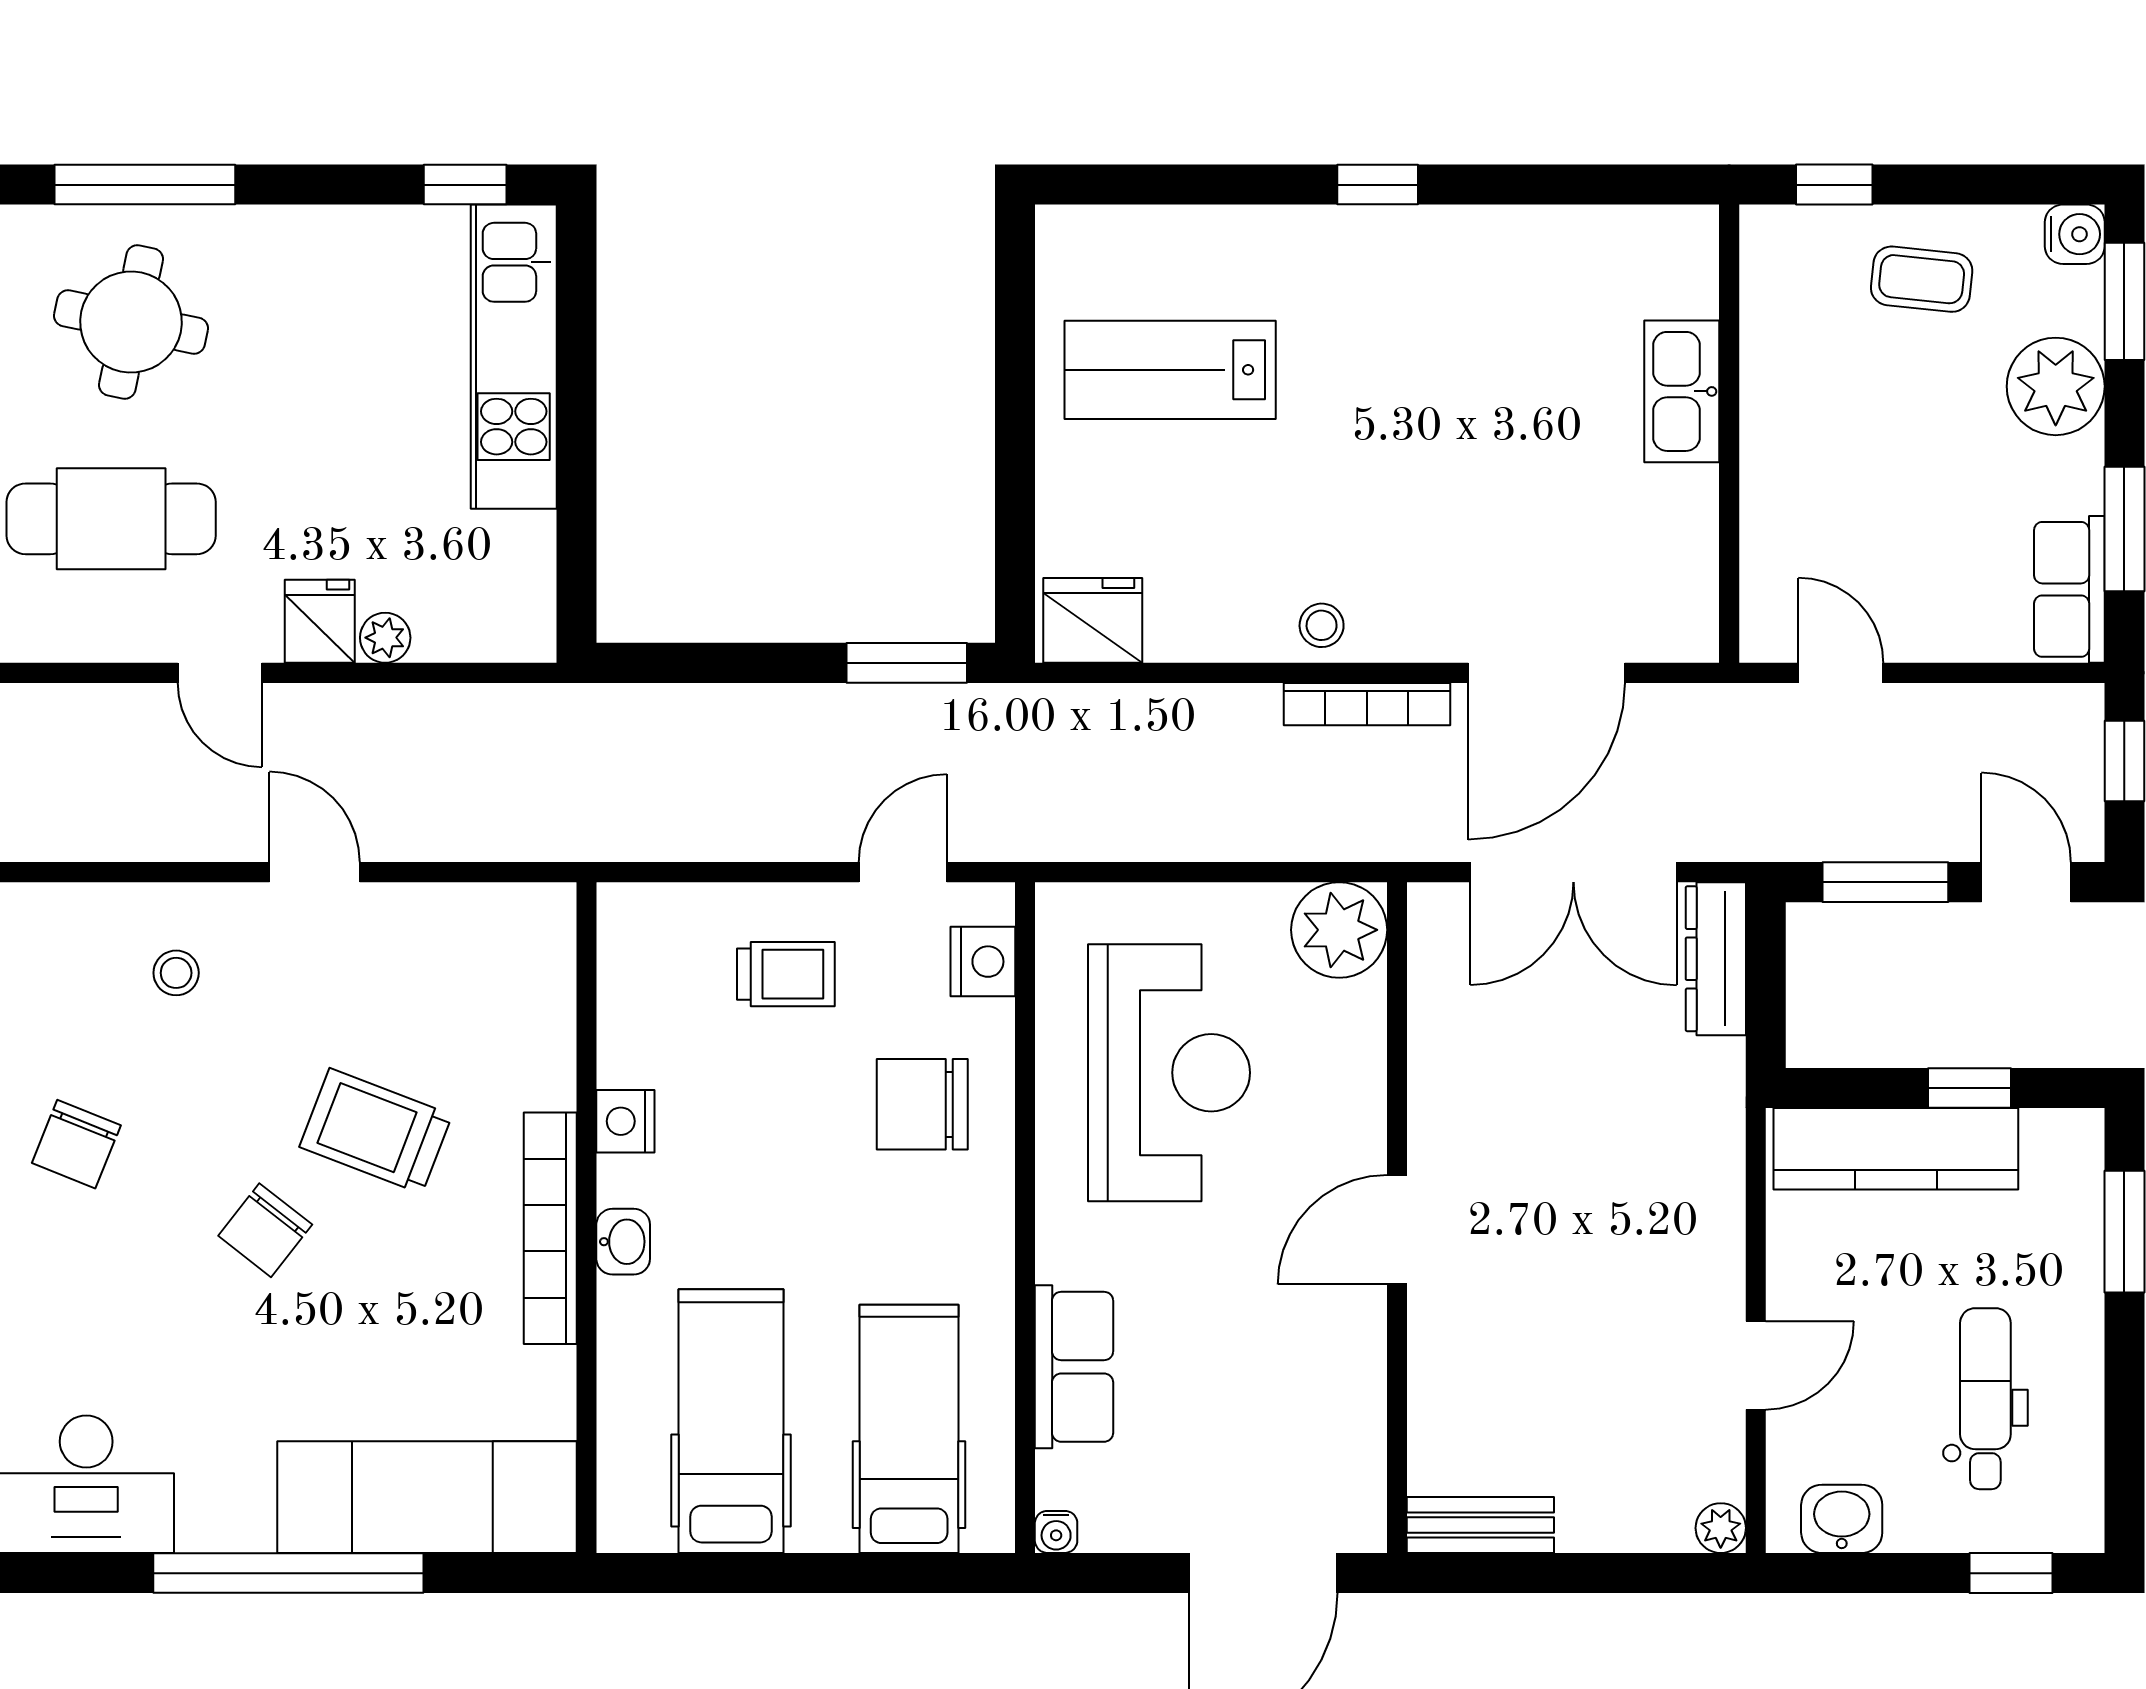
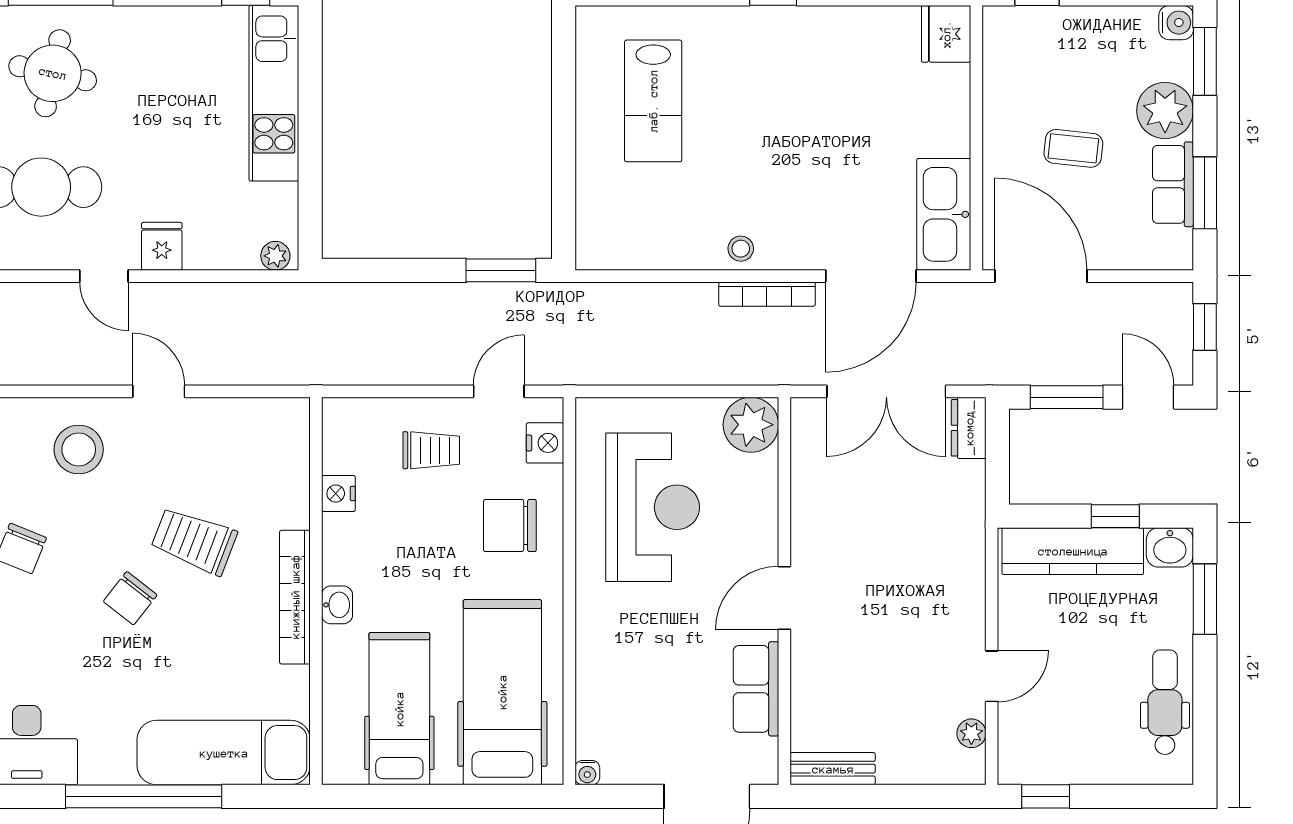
coffee table: (1922, 279) -> (1073, 148), moved
lab bench: (1170, 370) -> (653, 101), turned -90
kitchen sink: (1682, 391) -> (944, 214), moved, width x1.36, depth x1.24
row of seats: (2069, 589) -> (1173, 184), moved
fridge: (1093, 620) -> (946, 34), moved, turned -90
plant: (385, 638) -> (275, 256), moved
door: (1841, 673) -> (1041, 276), width x1.88
dresser: (1716, 959) -> (969, 428), width x0.70
stool: (176, 973) -> (79, 450), width x1.89, depth x1.89
nightstand: (625, 1121) -> (338, 494), moved
row of seats: (1074, 1367) -> (756, 689), moved, turned 180
dental chair: (1985, 1399) -> (1165, 702), moved
hospital bed: (909, 1429) -> (502, 692), width x1.37, depth x1.29
washbasin: (1842, 1519) -> (1170, 547), moved, turned 180
plant: (1721, 1528) -> (971, 733), moved
window: (2011, 1573) -> (1046, 796), moved

